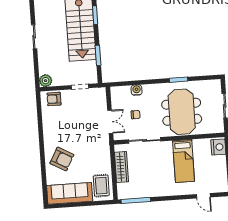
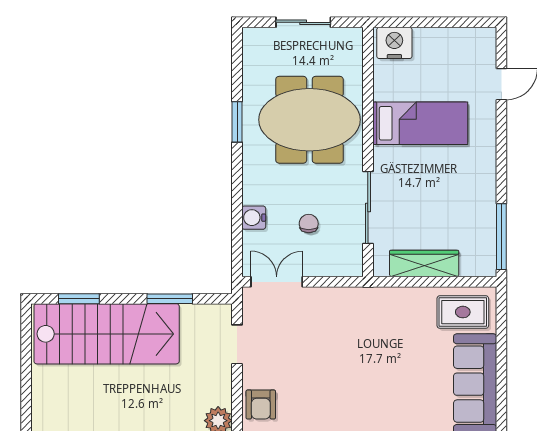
double door: (110, 122) -> (277, 282), moved
armchair: (62, 159) -> (397, 396), removed

